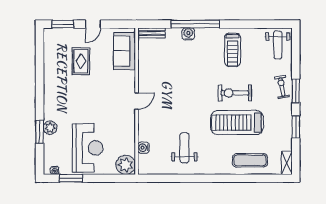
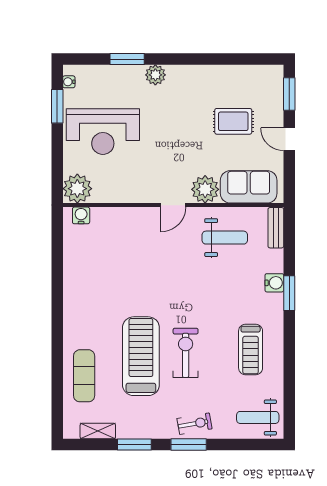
window: (195, 24) -> (289, 293), width x0.47
treadmill: (233, 50) -> (251, 349), turned -90
plant: (126, 80) -> (205, 189), added
door: (137, 101) -> (173, 205), hinge flipped
plant: (50, 128) -> (155, 75), moved
water cooler: (143, 148) -> (81, 215), moved
weight bench: (185, 148) -> (225, 238), moved
shelving: (287, 163) -> (98, 431), moved

